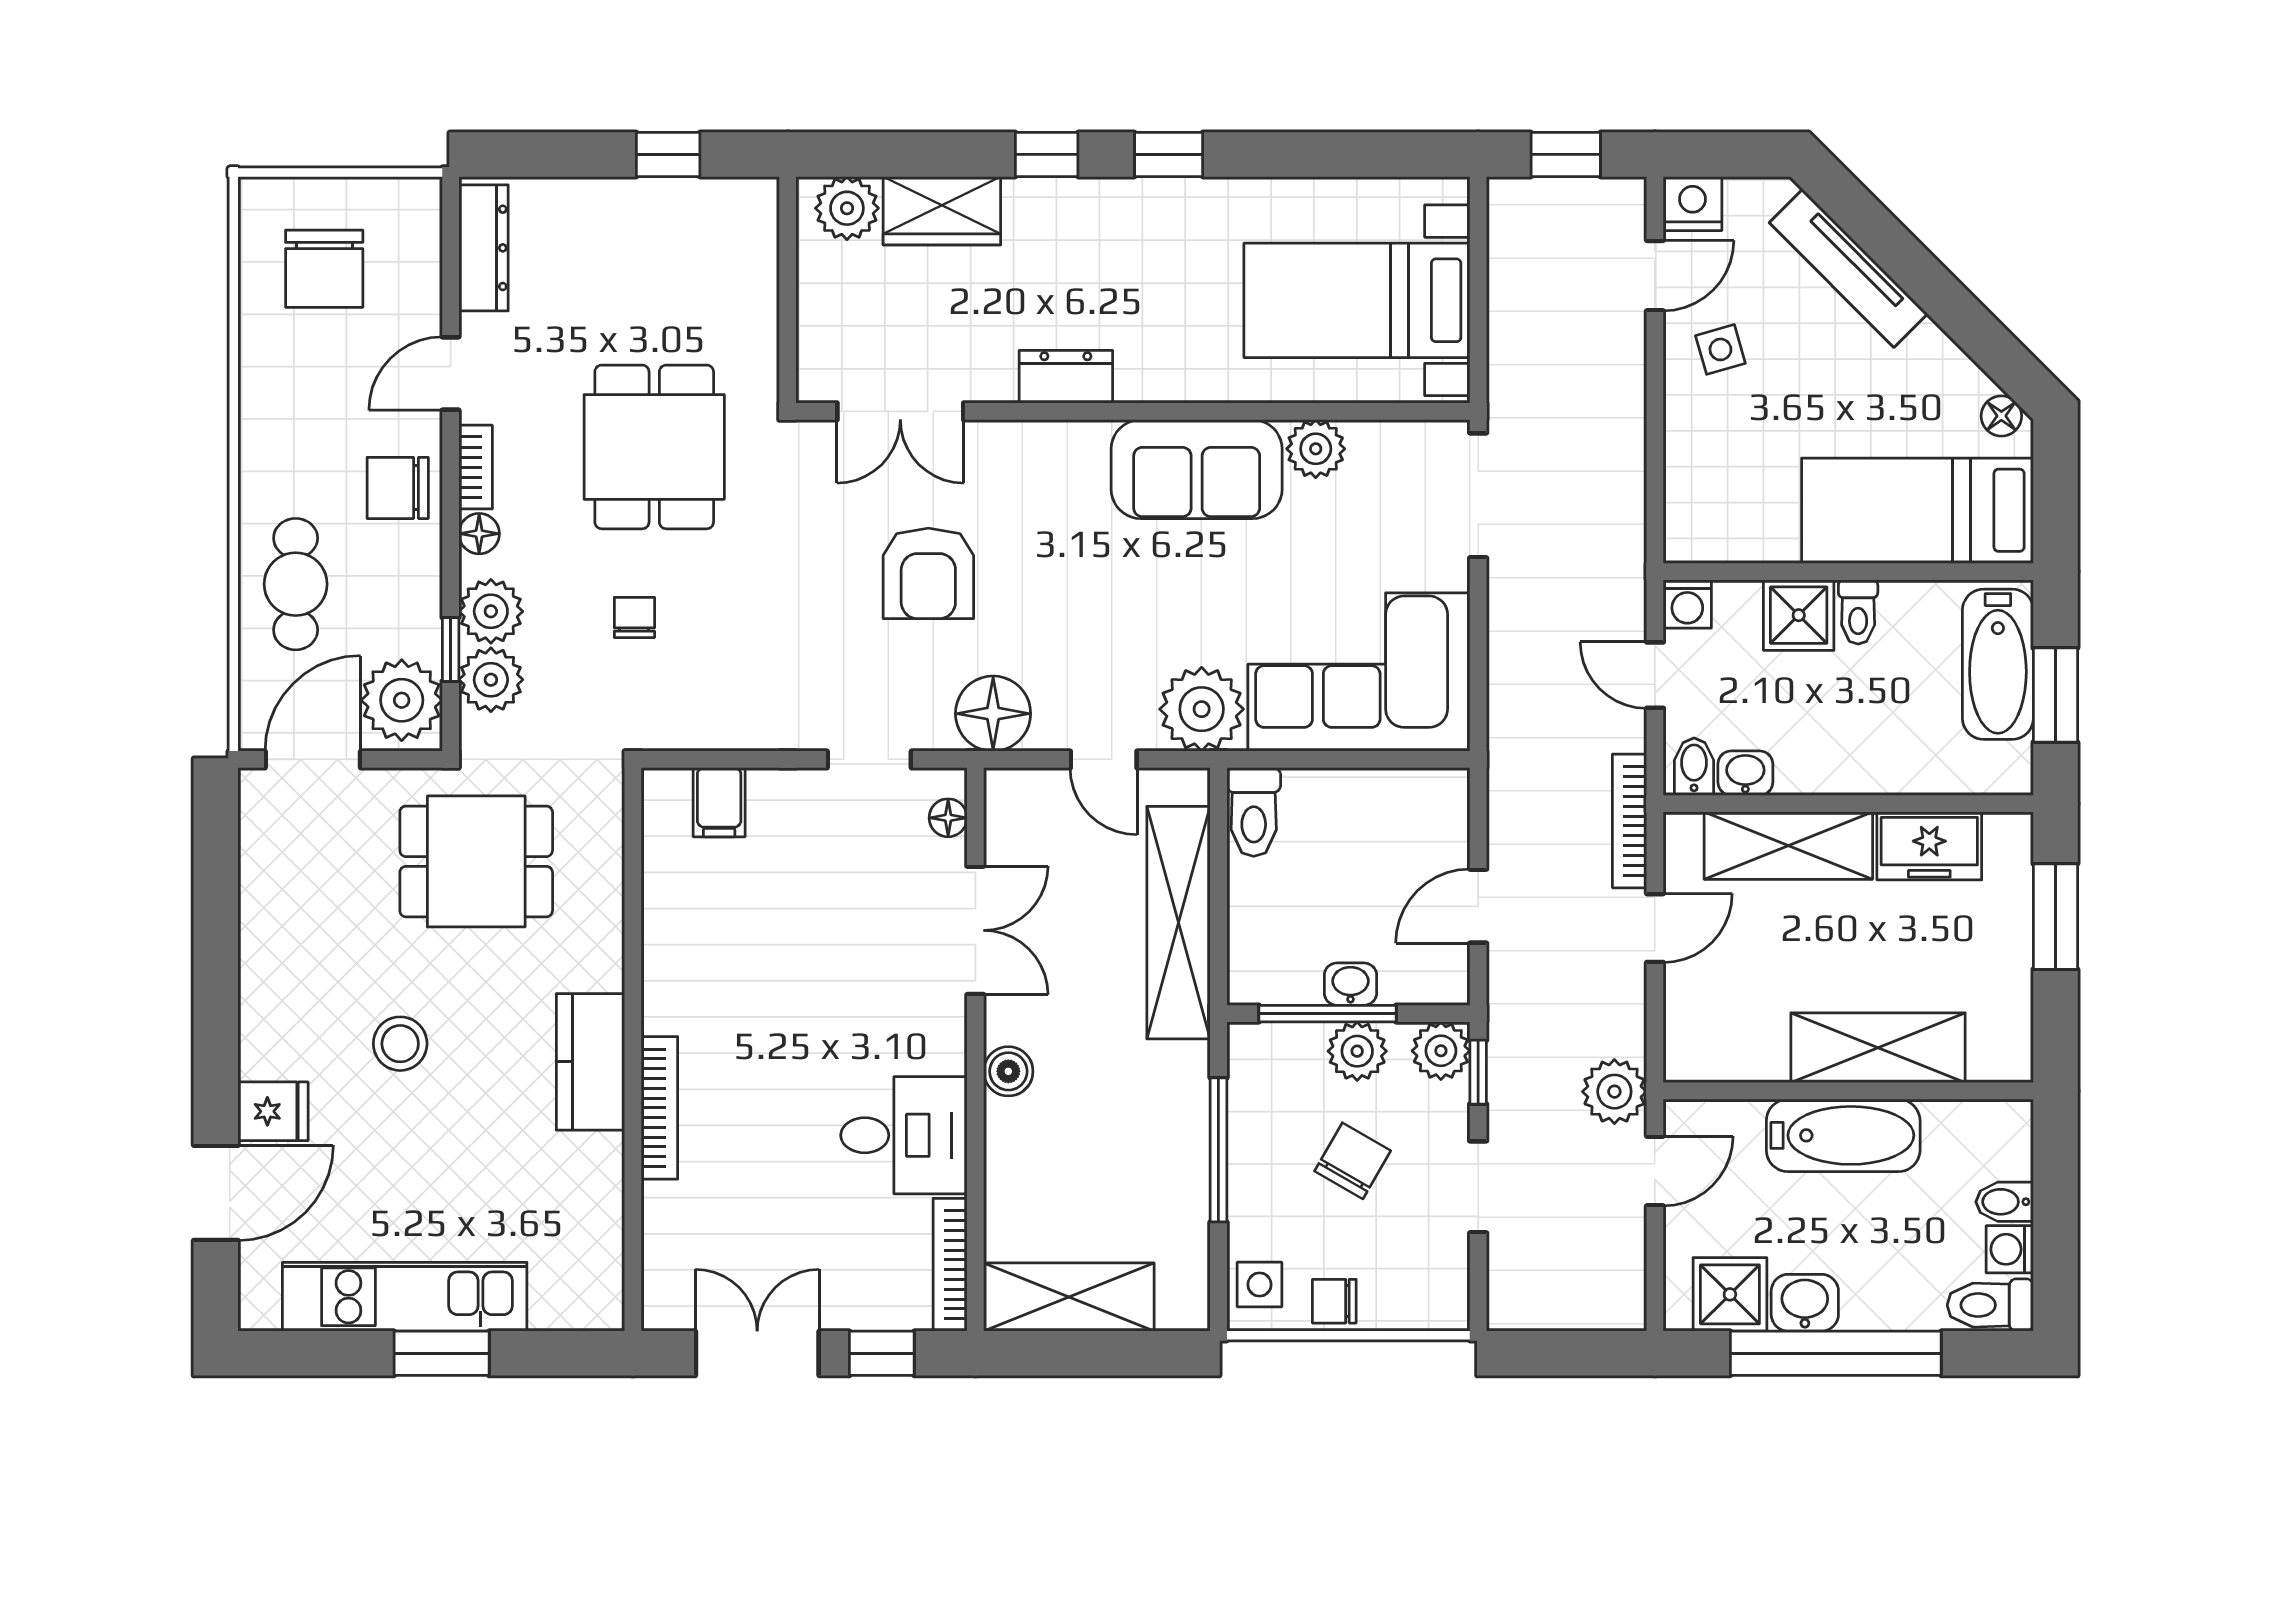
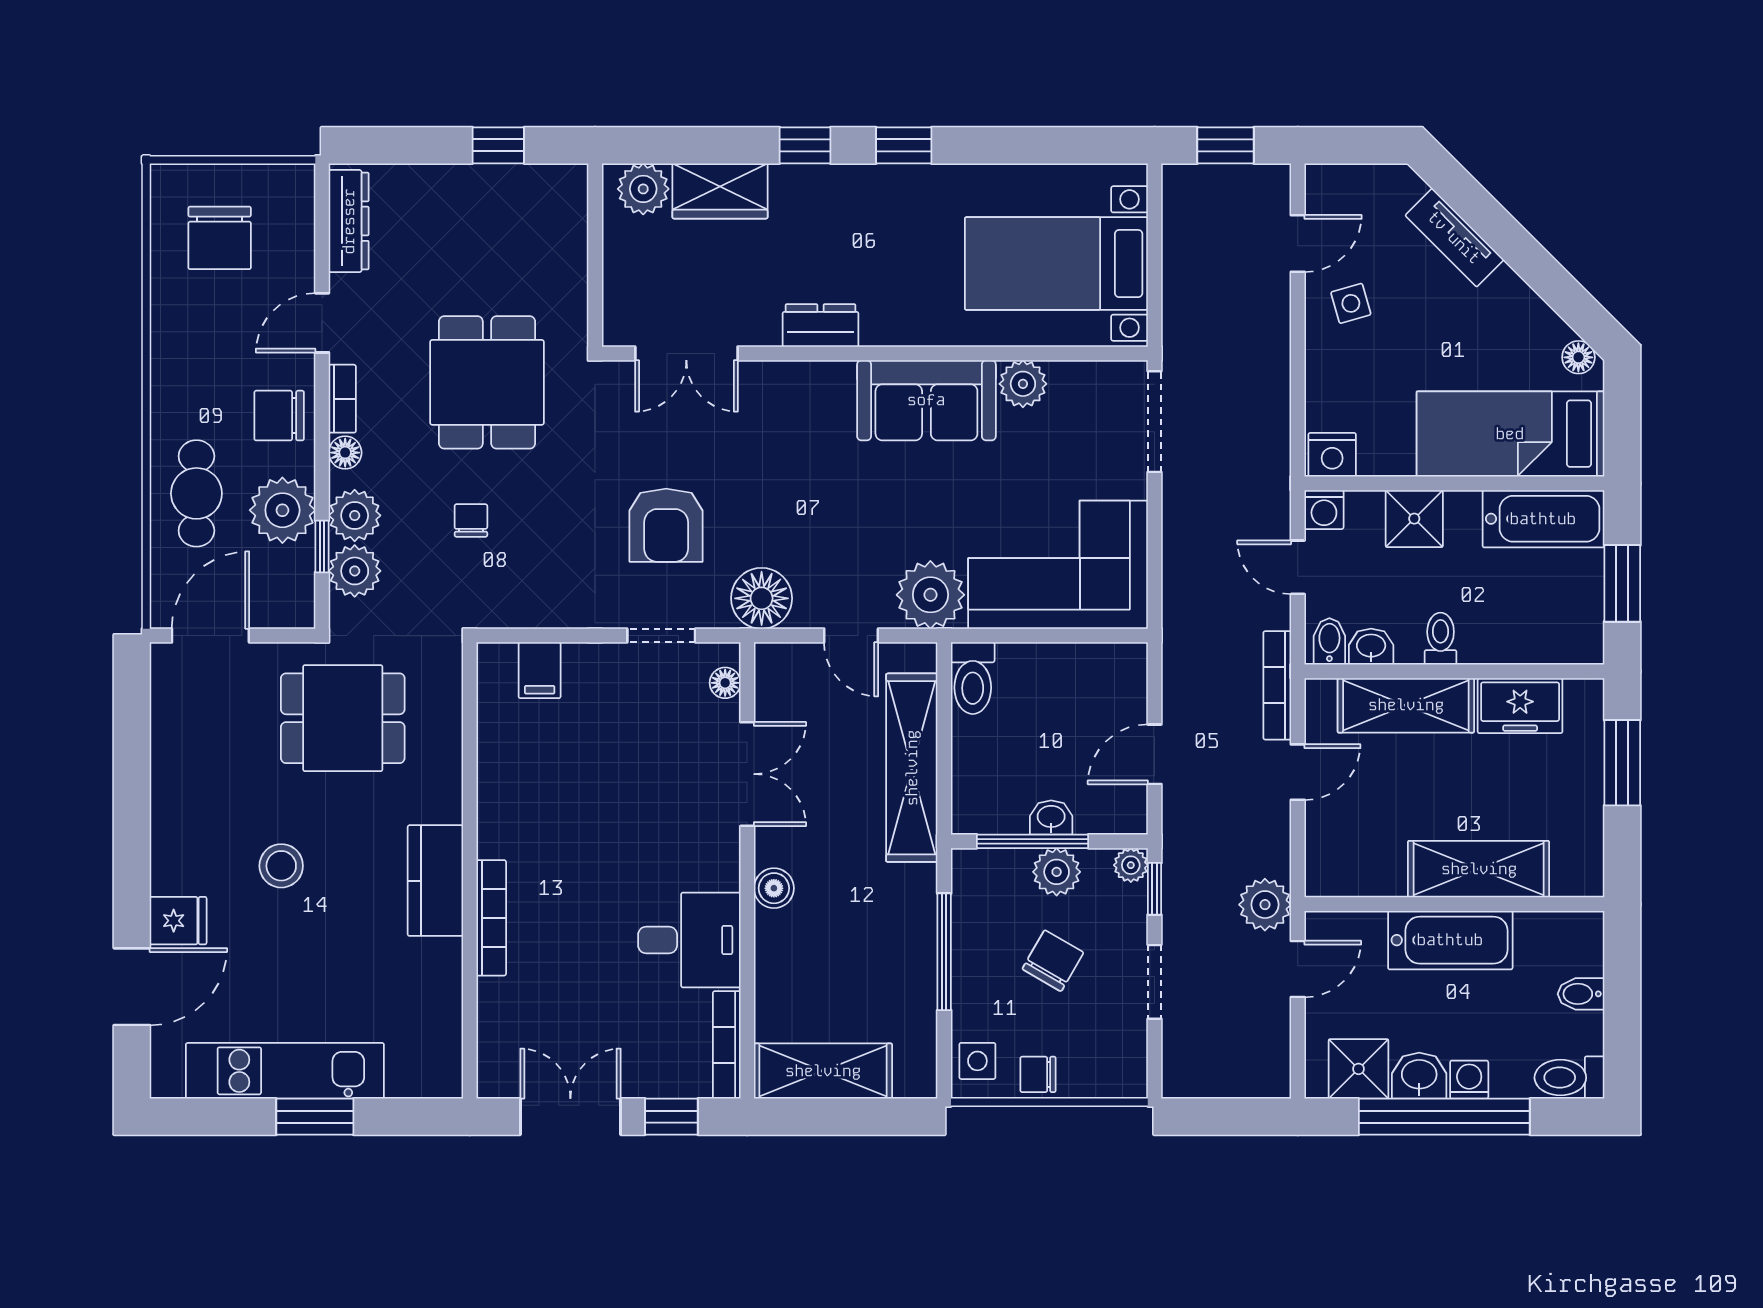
nightstand: (1693, 204) -> (1332, 455), moved, turned 180
tv unit: (1848, 268) -> (1454, 238), width x0.71
armchair: (928, 573) -> (666, 525), moved
toilet: (1858, 612) -> (1441, 639), moved, turned 180
bathtub: (1998, 664) -> (1543, 519), moved, turned -90
plant: (402, 700) -> (282, 510), moved
plant: (1441, 1051) -> (1131, 865), width x0.73, depth x0.73
washing machine: (2010, 1249) -> (1469, 1080), moved, turned 90

